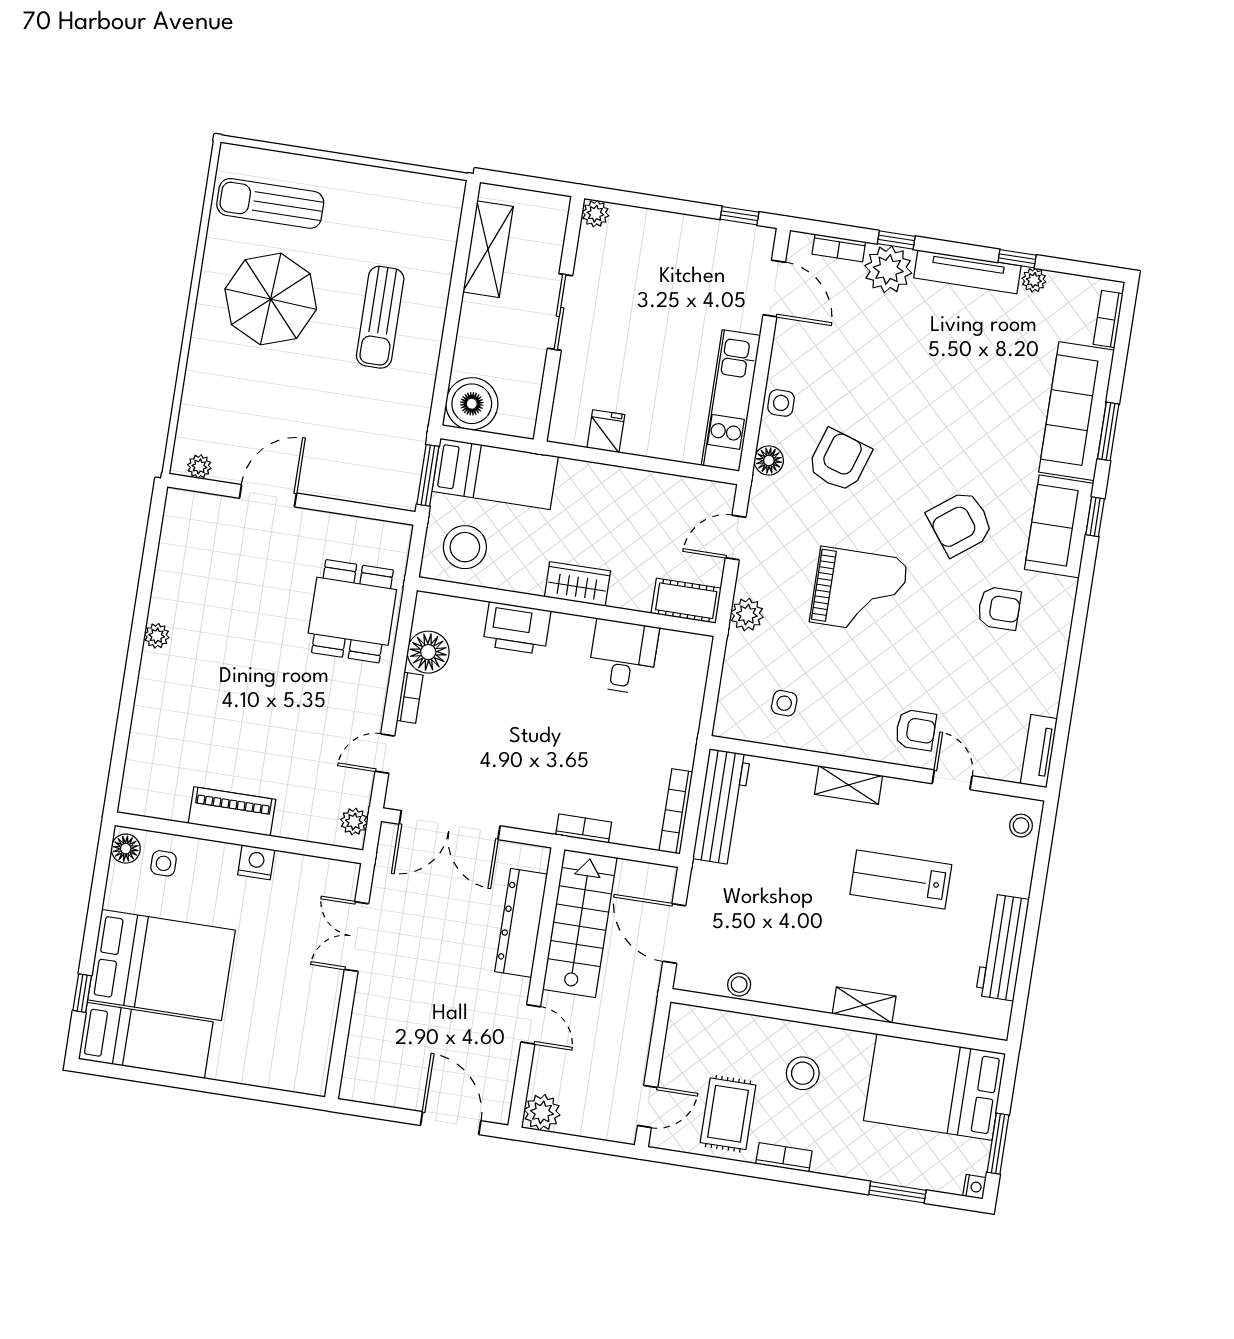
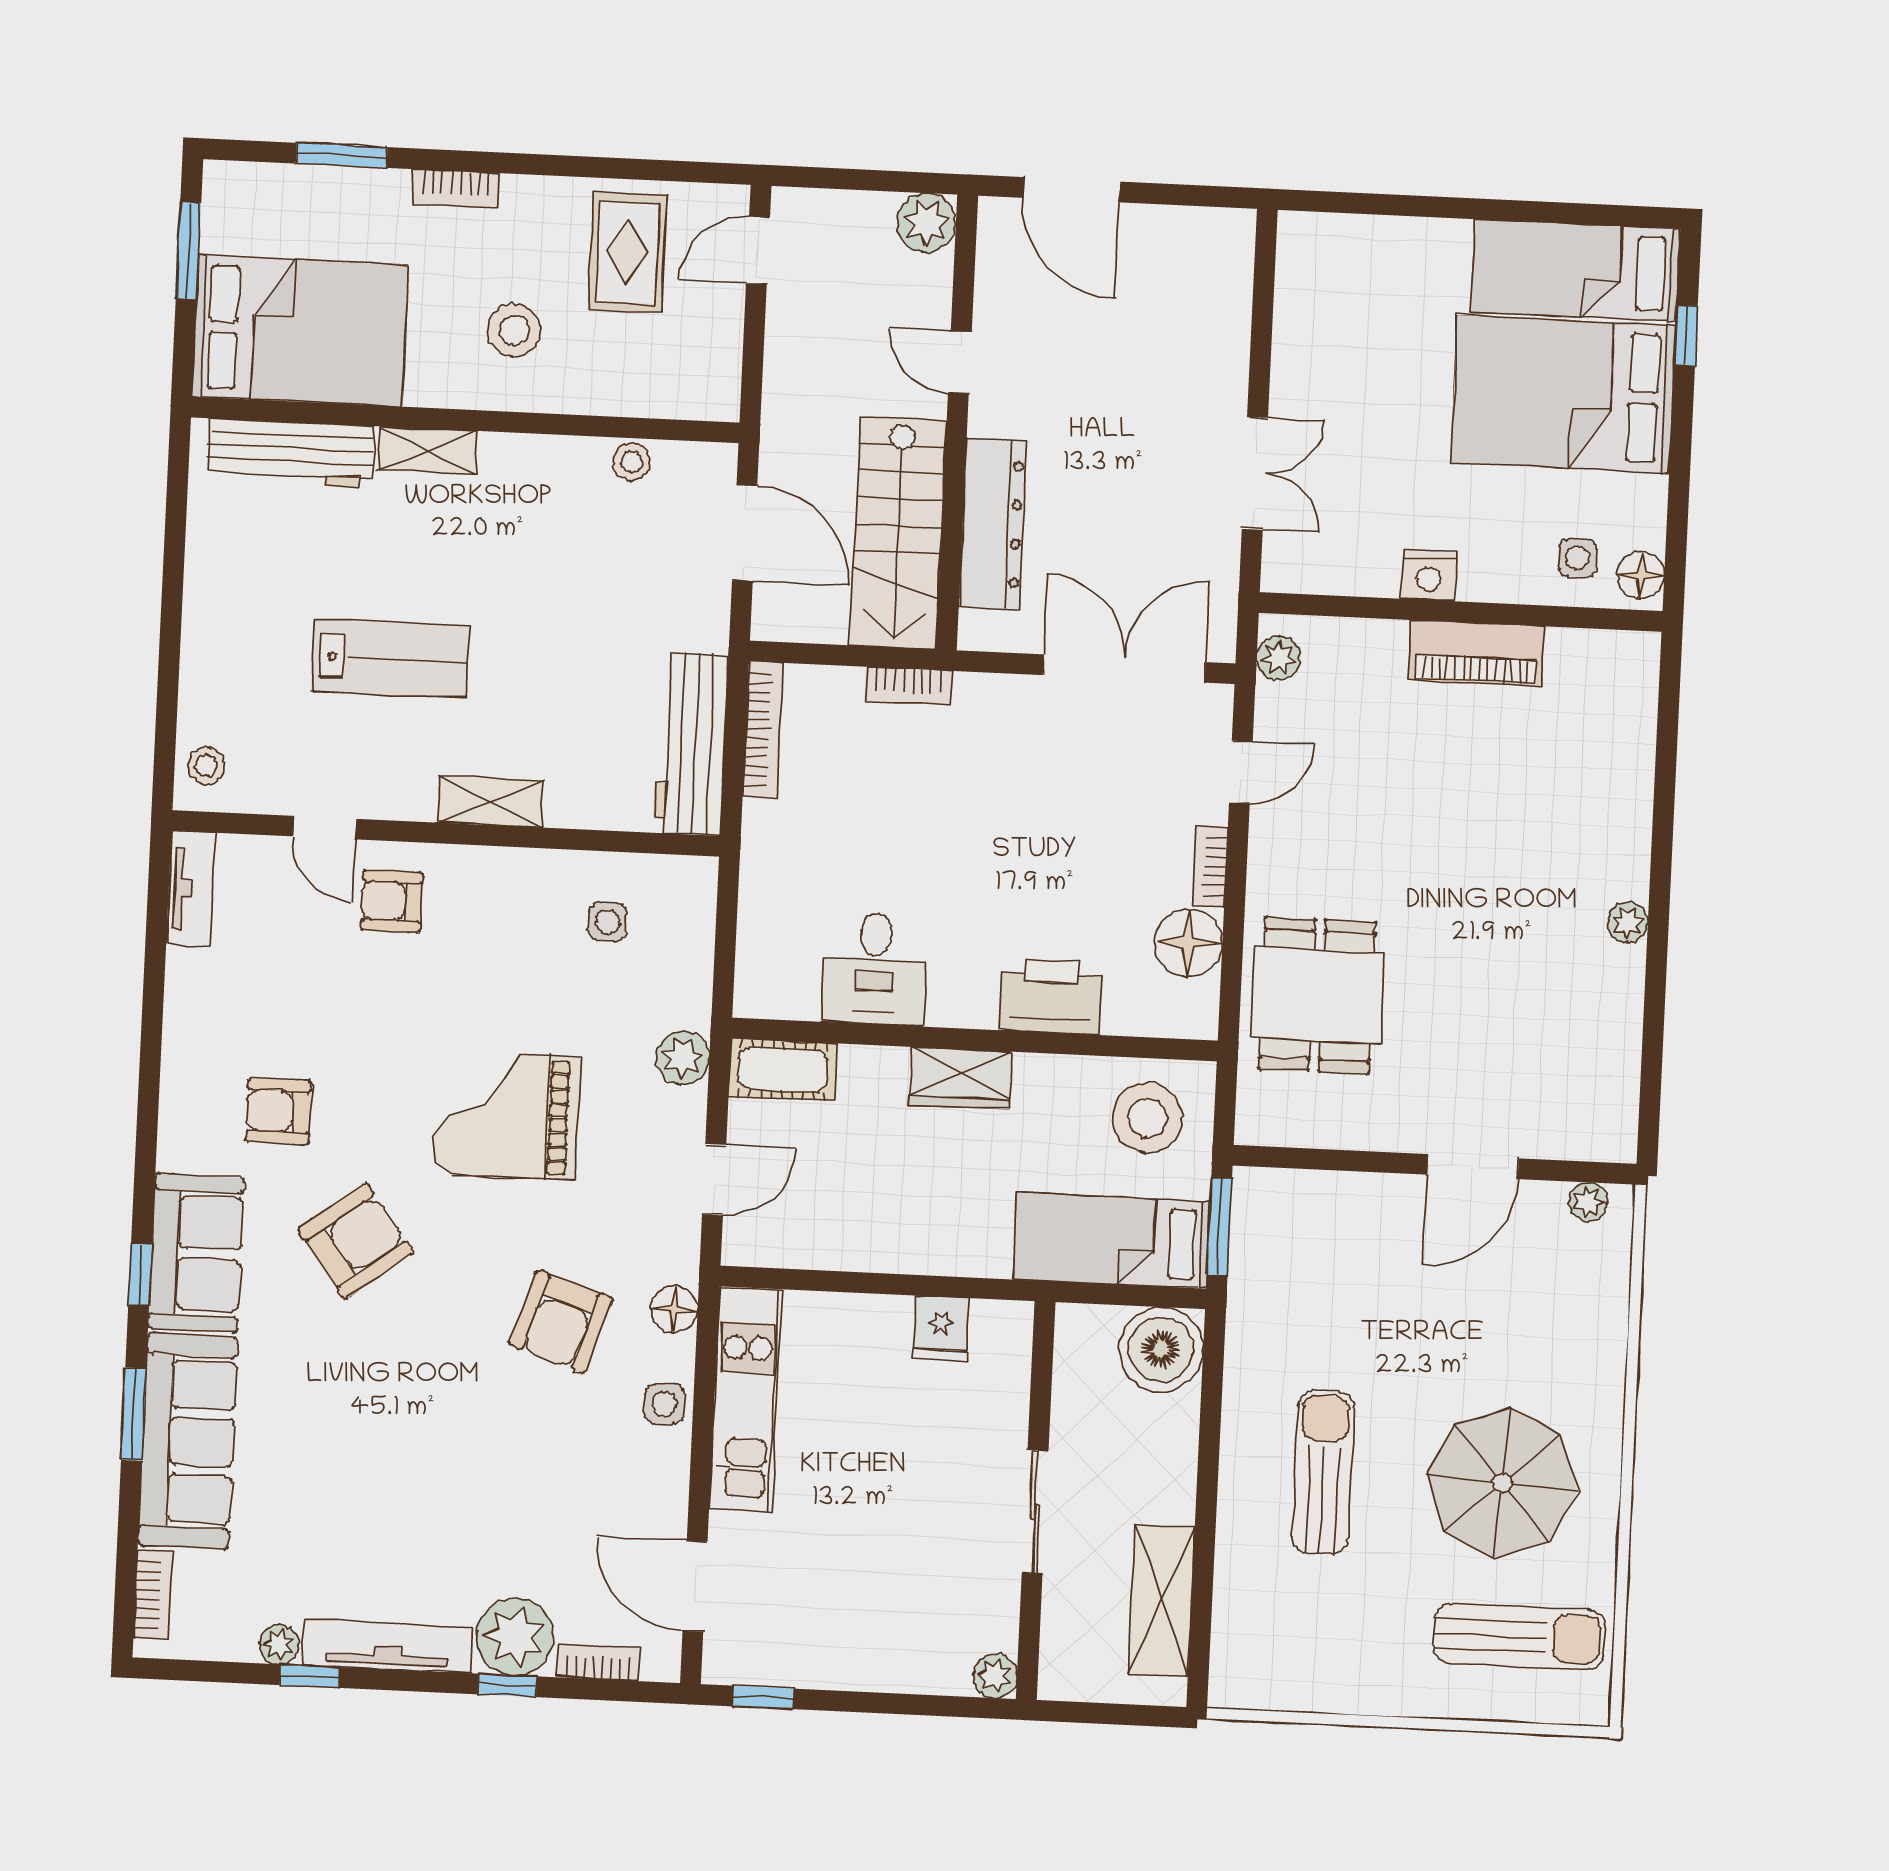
workbench: (1002, 947) -> (291, 453), moved, turned 90
bookcase: (784, 1157) -> (456, 188), moved
nightstand: (974, 1187) -> (219, 177), removed

